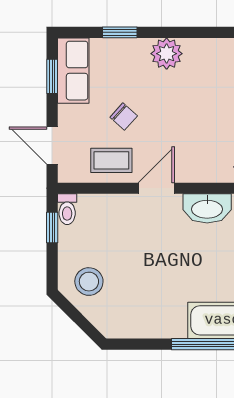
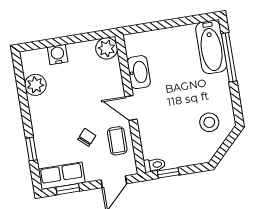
plant: (167, 54) -> (35, 85), moved
stool: (89, 282) -> (209, 122), moved

